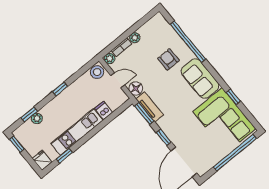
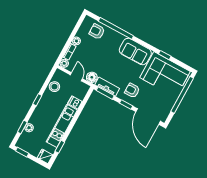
armchair: (168, 59) -> (97, 31), moved
stool: (97, 72) -> (54, 87), moved
door: (118, 80) -> (76, 77), hinge flipped
armchair: (178, 123) -> (132, 90), added

